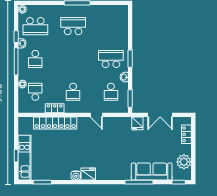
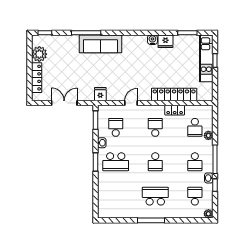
school desk: (35, 26) -> (195, 196), width x0.54
school desk: (73, 26) -> (155, 196), turned 180
school desk: (35, 59) -> (195, 162), turned 180
school desk: (73, 59) -> (155, 162), added
door: (96, 115) -> (131, 103), hinge flipped
fridge: (137, 123) -> (100, 94), moved
locker: (186, 134) -> (37, 78), width x1.53
sofa: (152, 171) -> (100, 44), moved
fridge: (88, 174) -> (165, 41), moved

